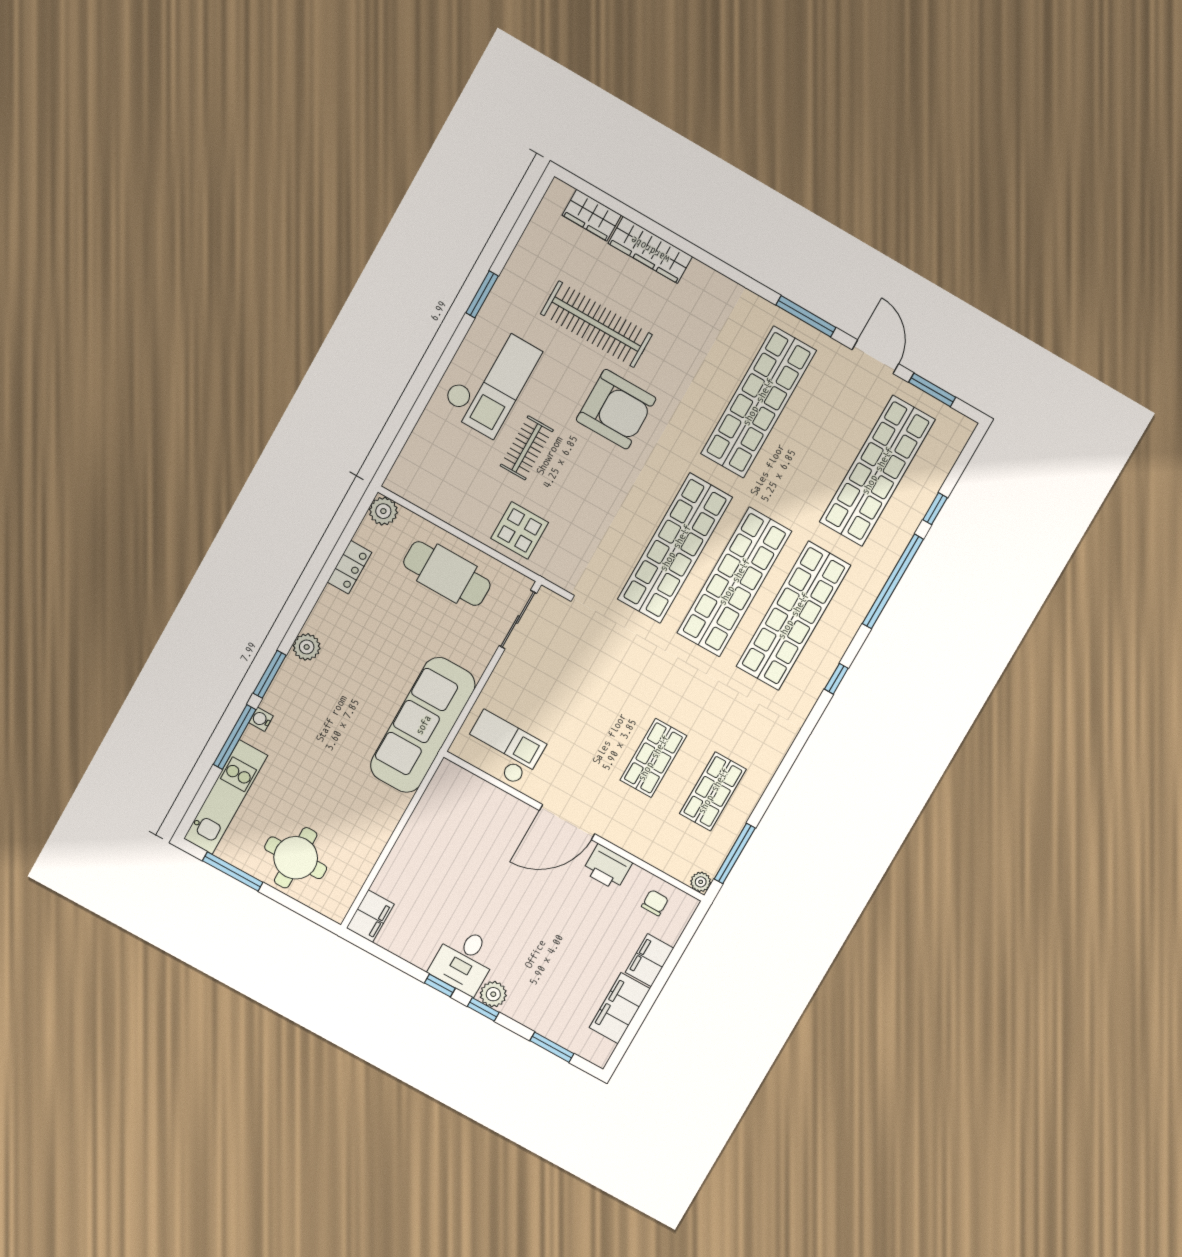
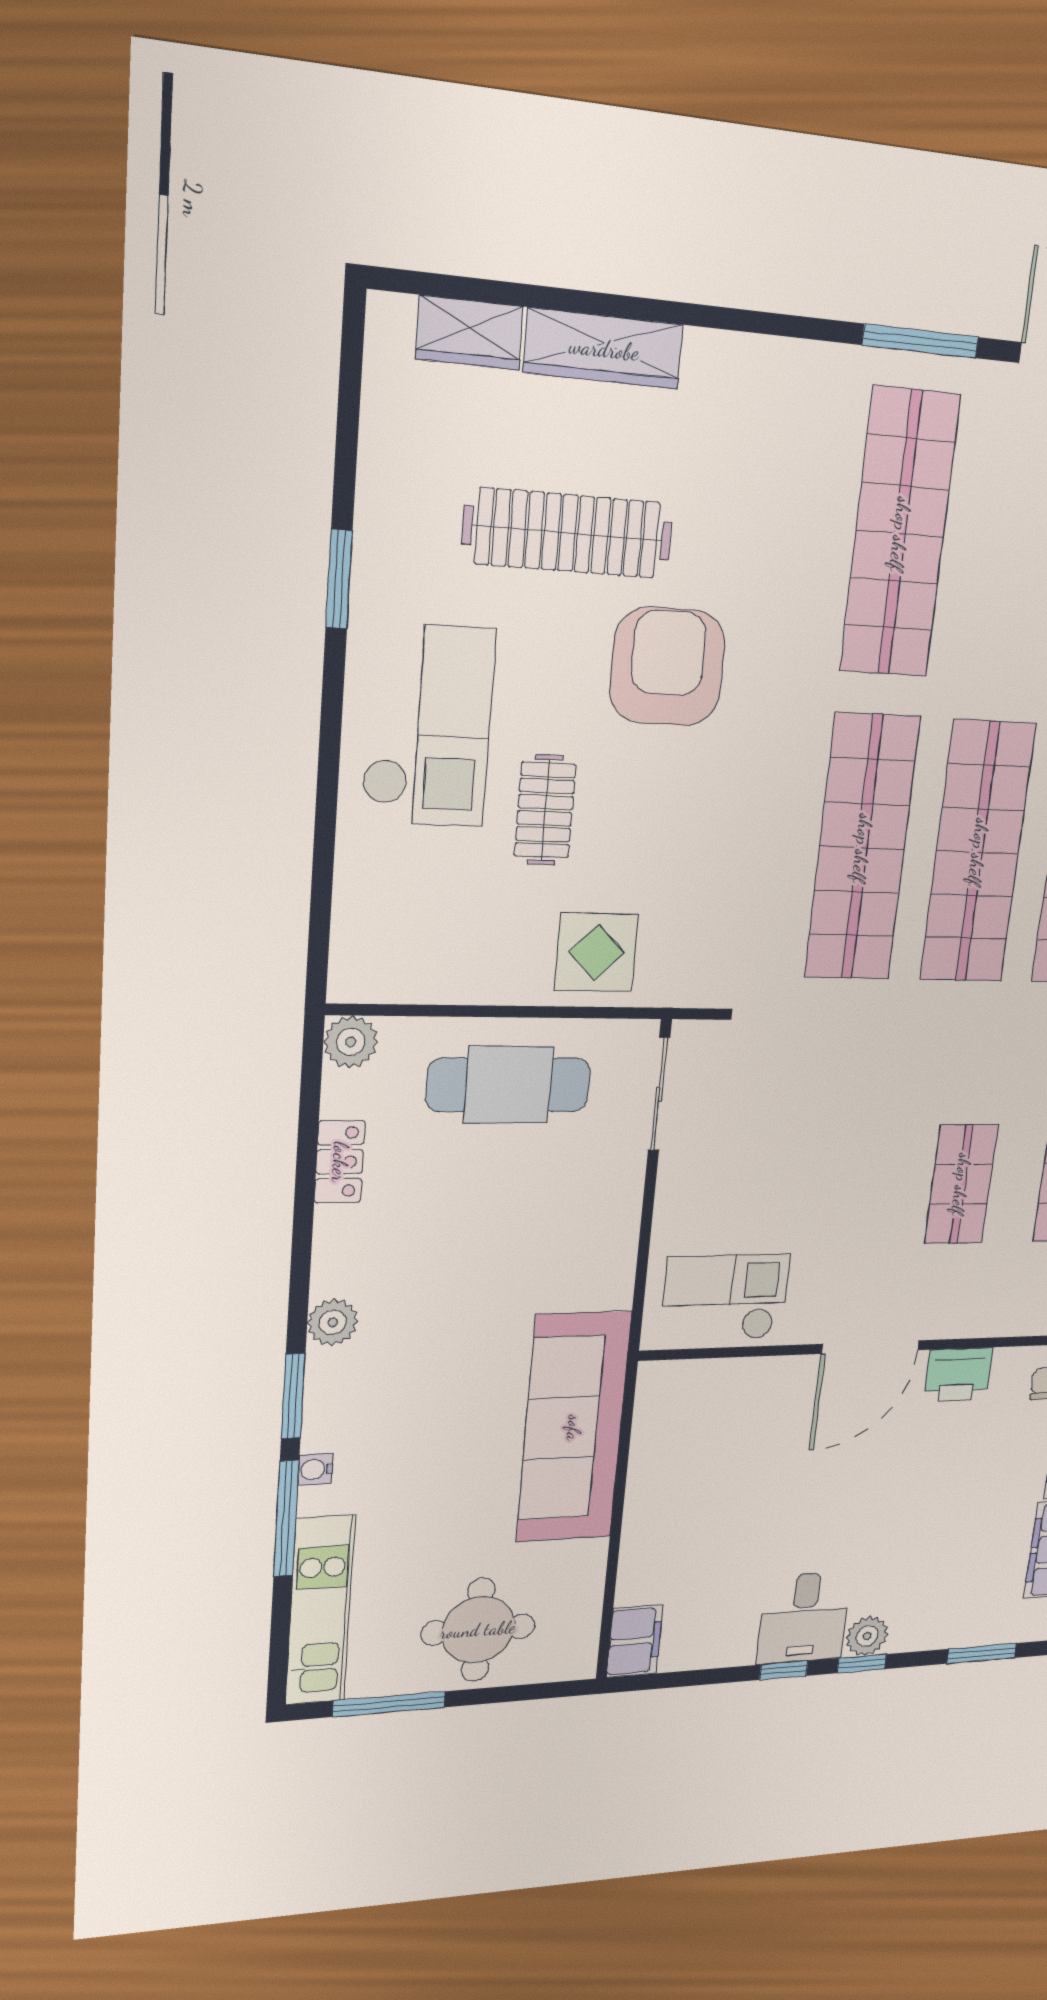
armchair: (616, 409) -> (667, 667), turned -90
sofa: (423, 725) -> (574, 1428), moved

